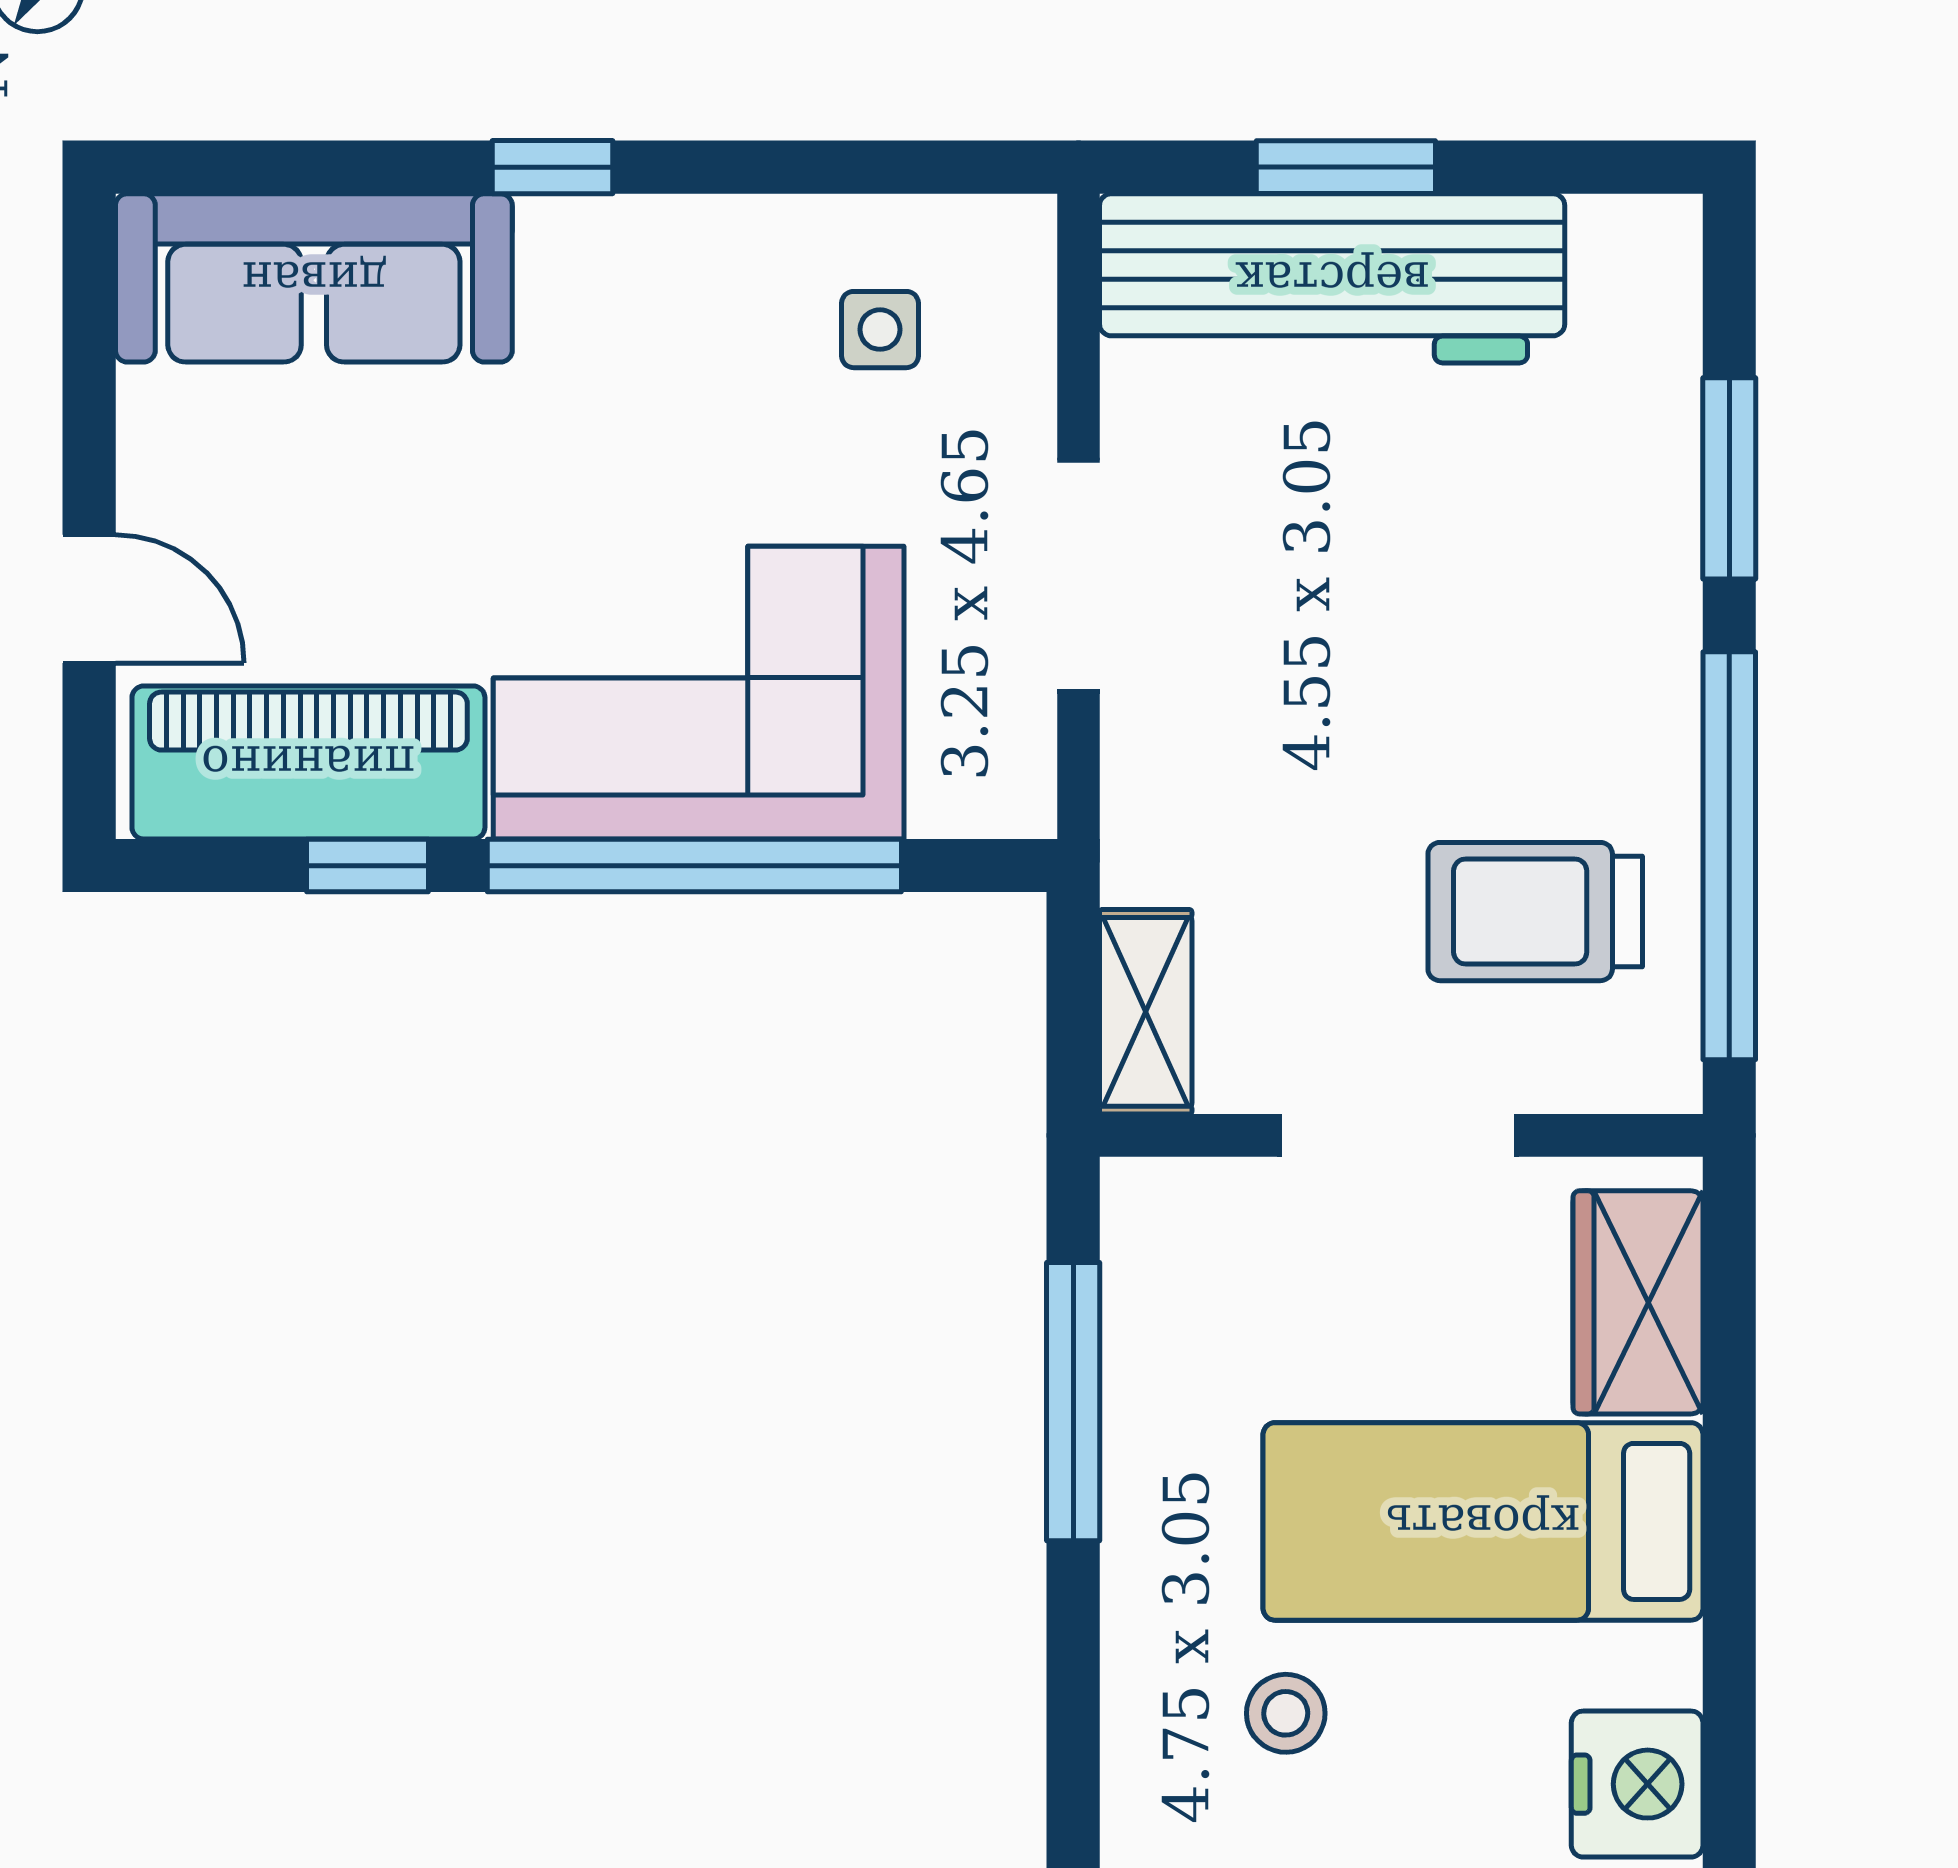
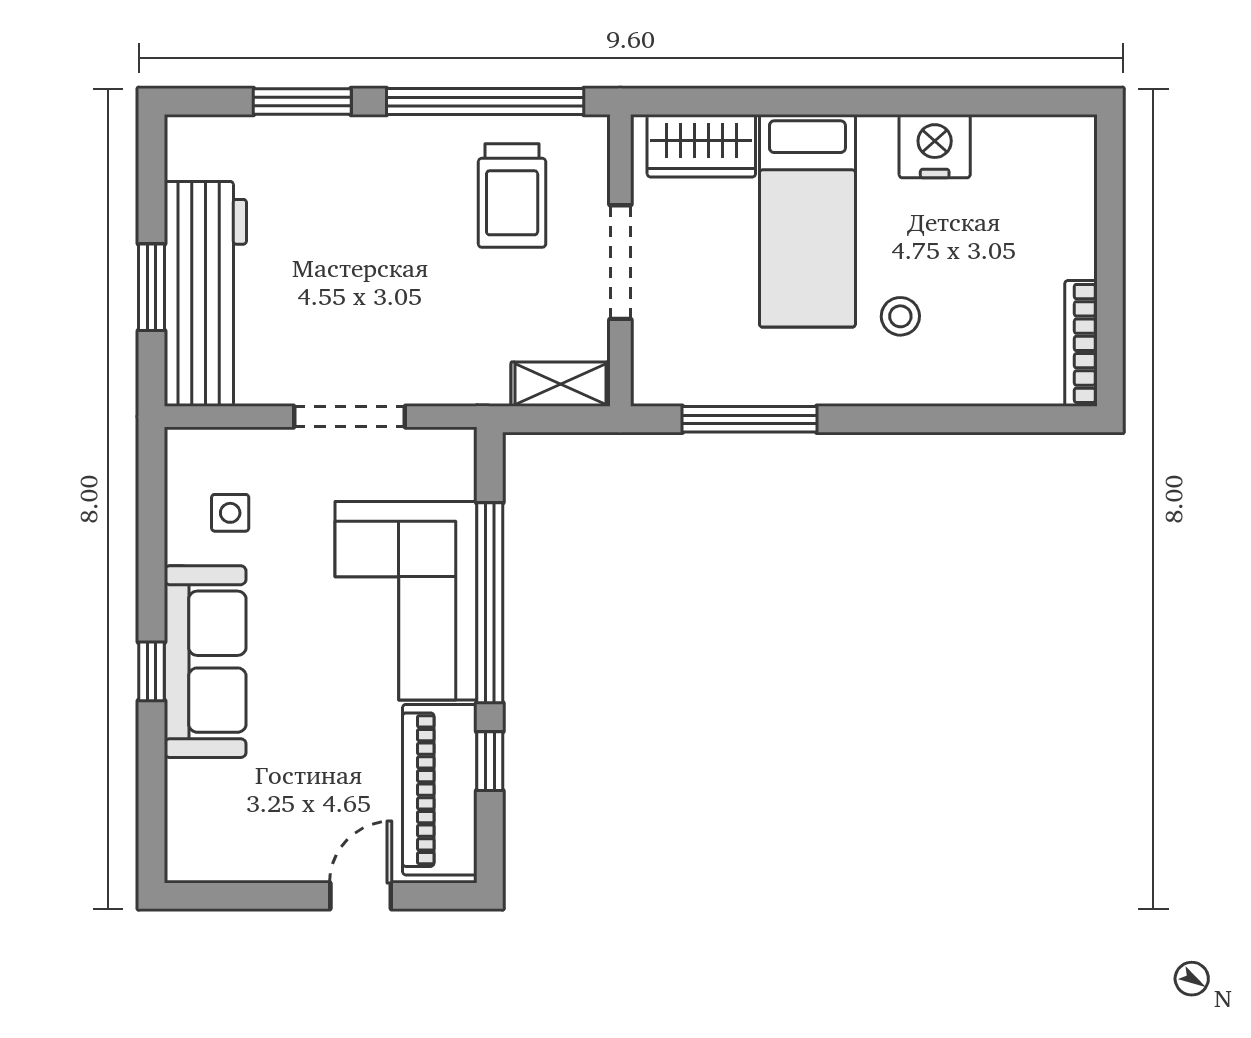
sofa: (314, 278) -> (205, 662), moved

